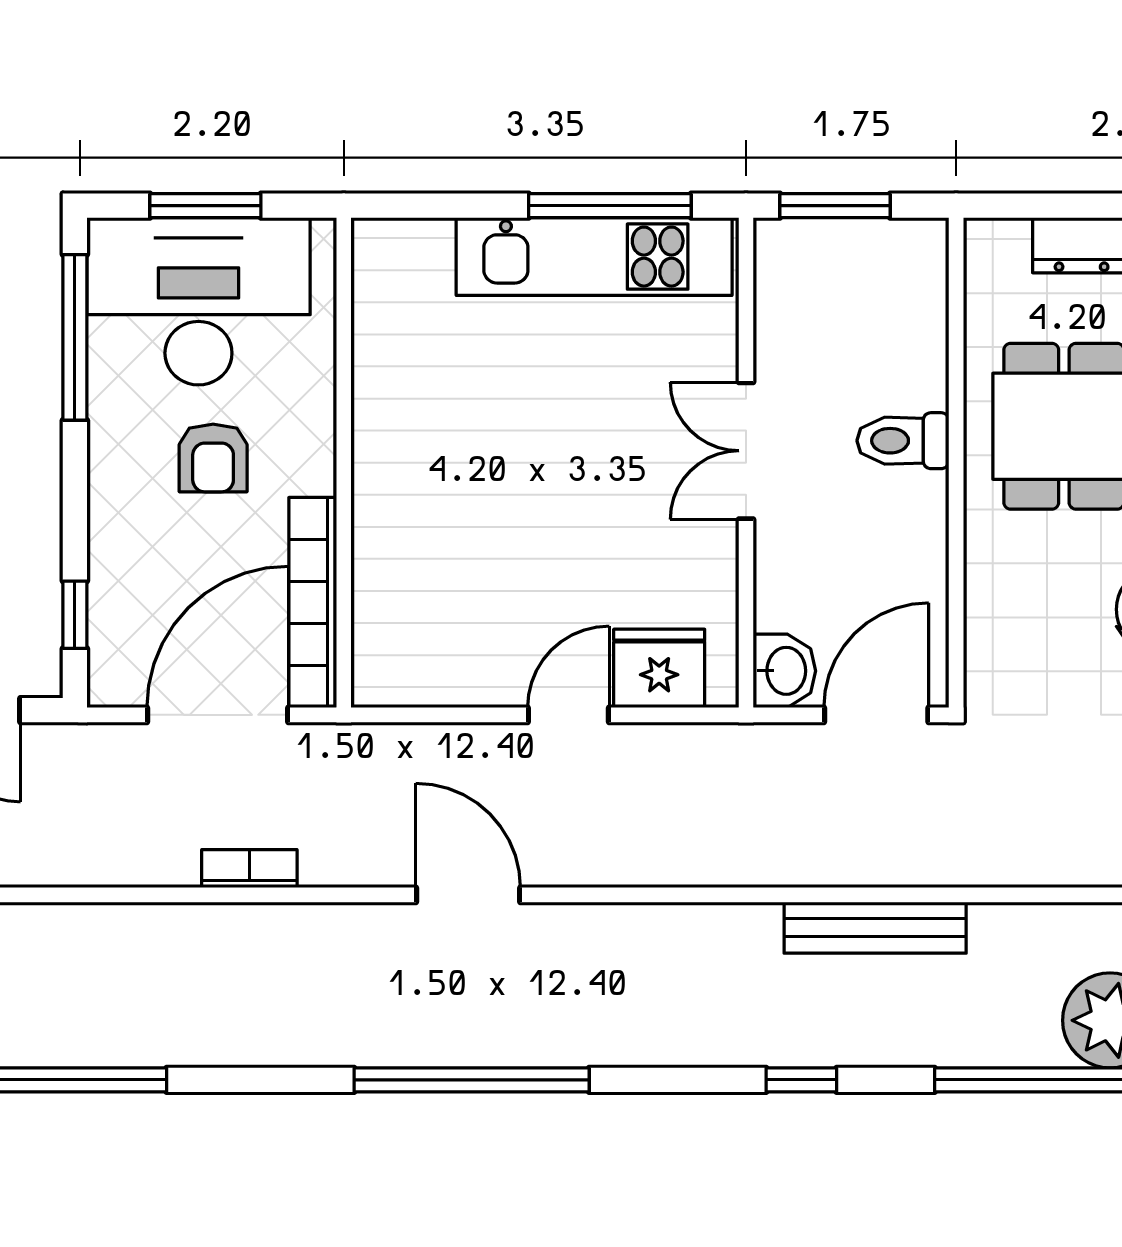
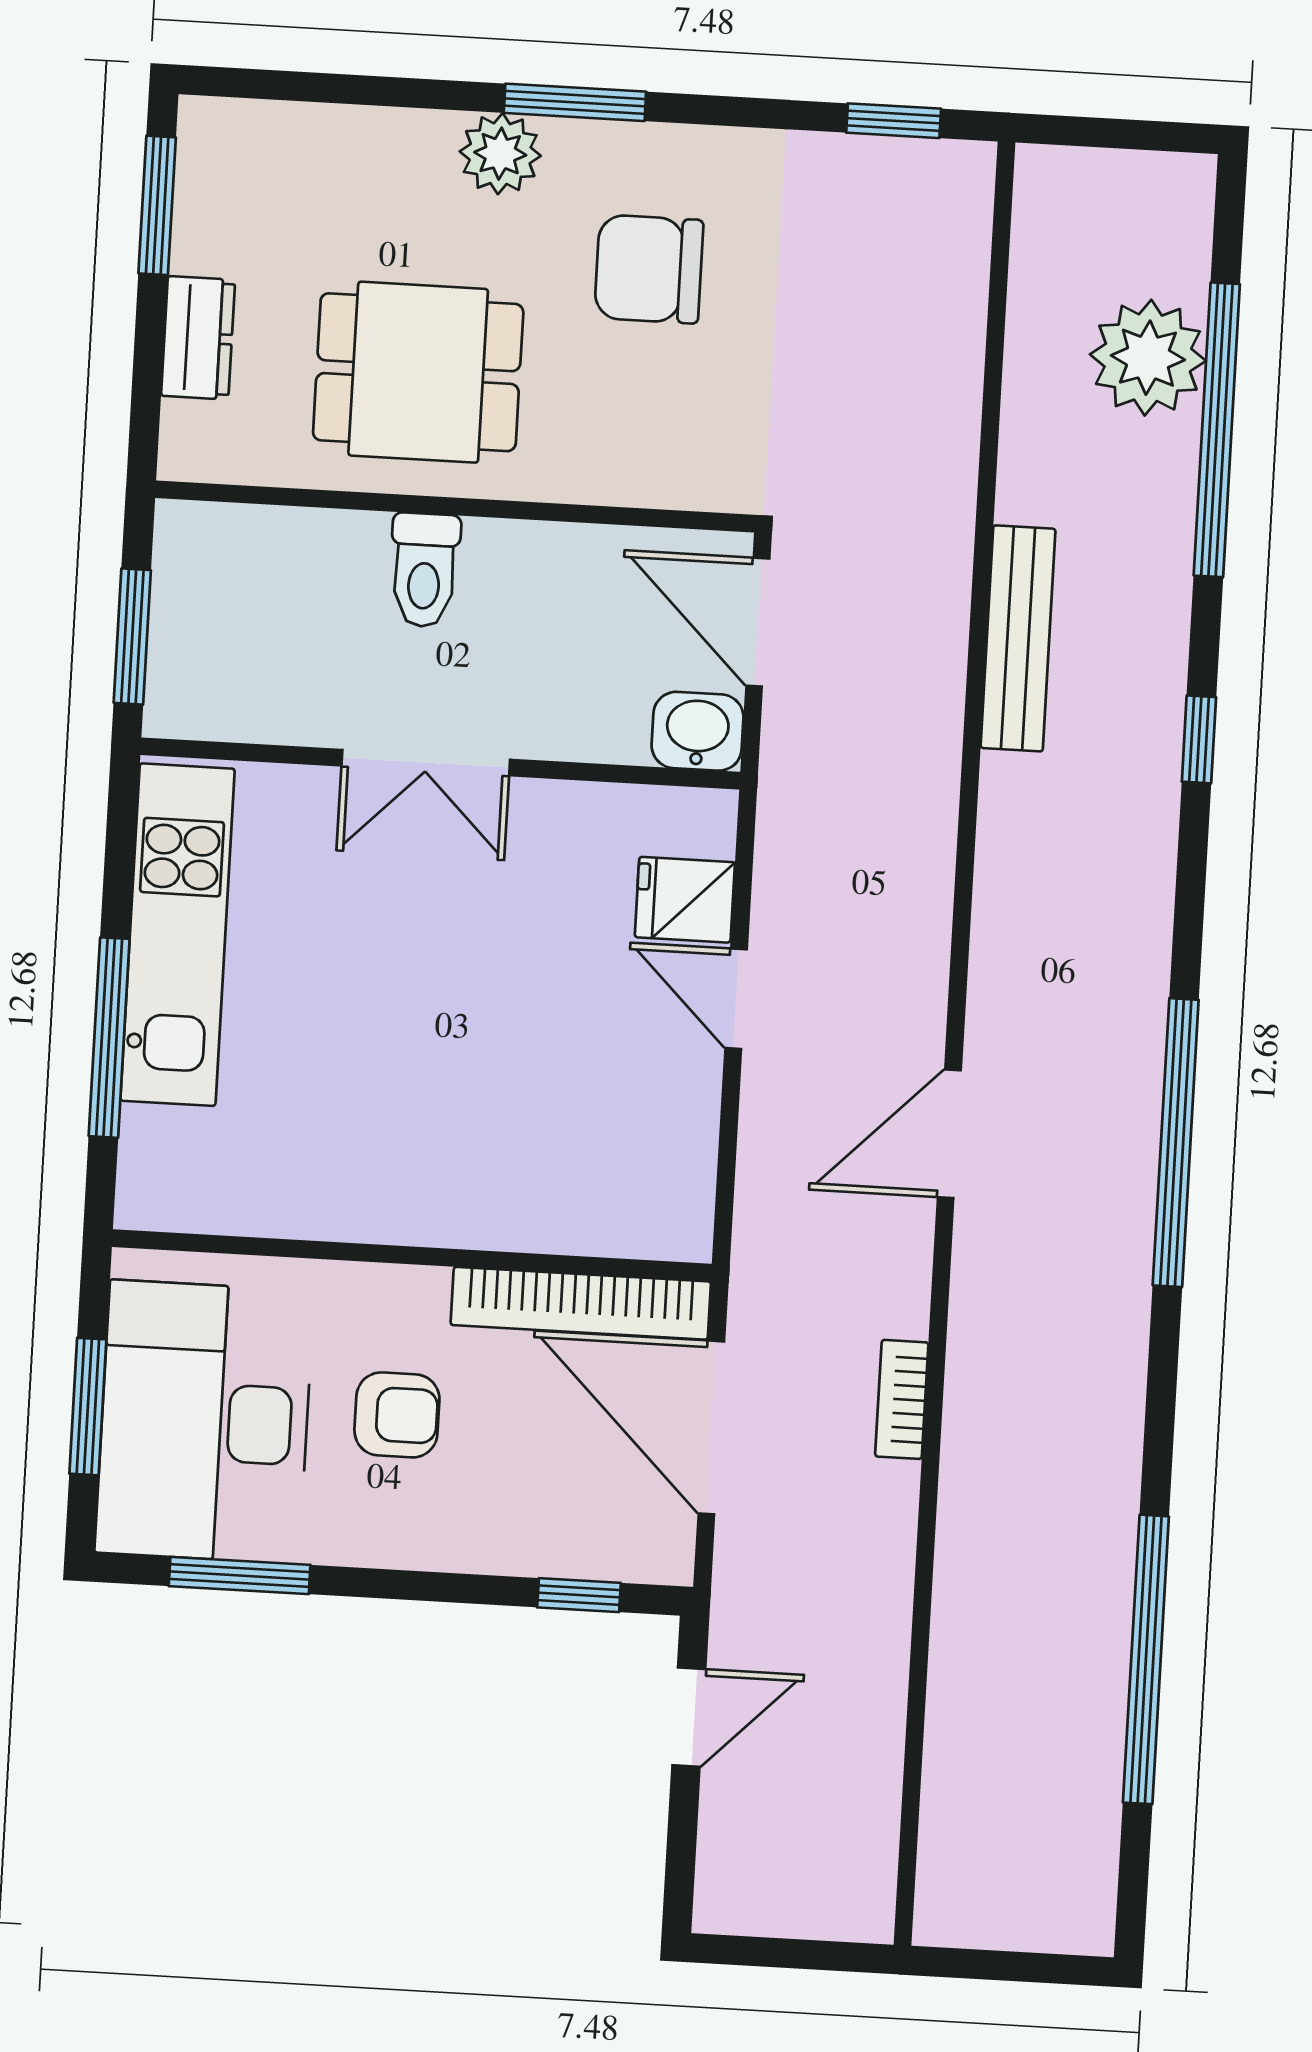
window: (610, 206) -> (109, 1038), moved
window: (75, 337) -> (240, 1576), width x0.69
fridge: (659, 668) -> (685, 900), width x0.72

